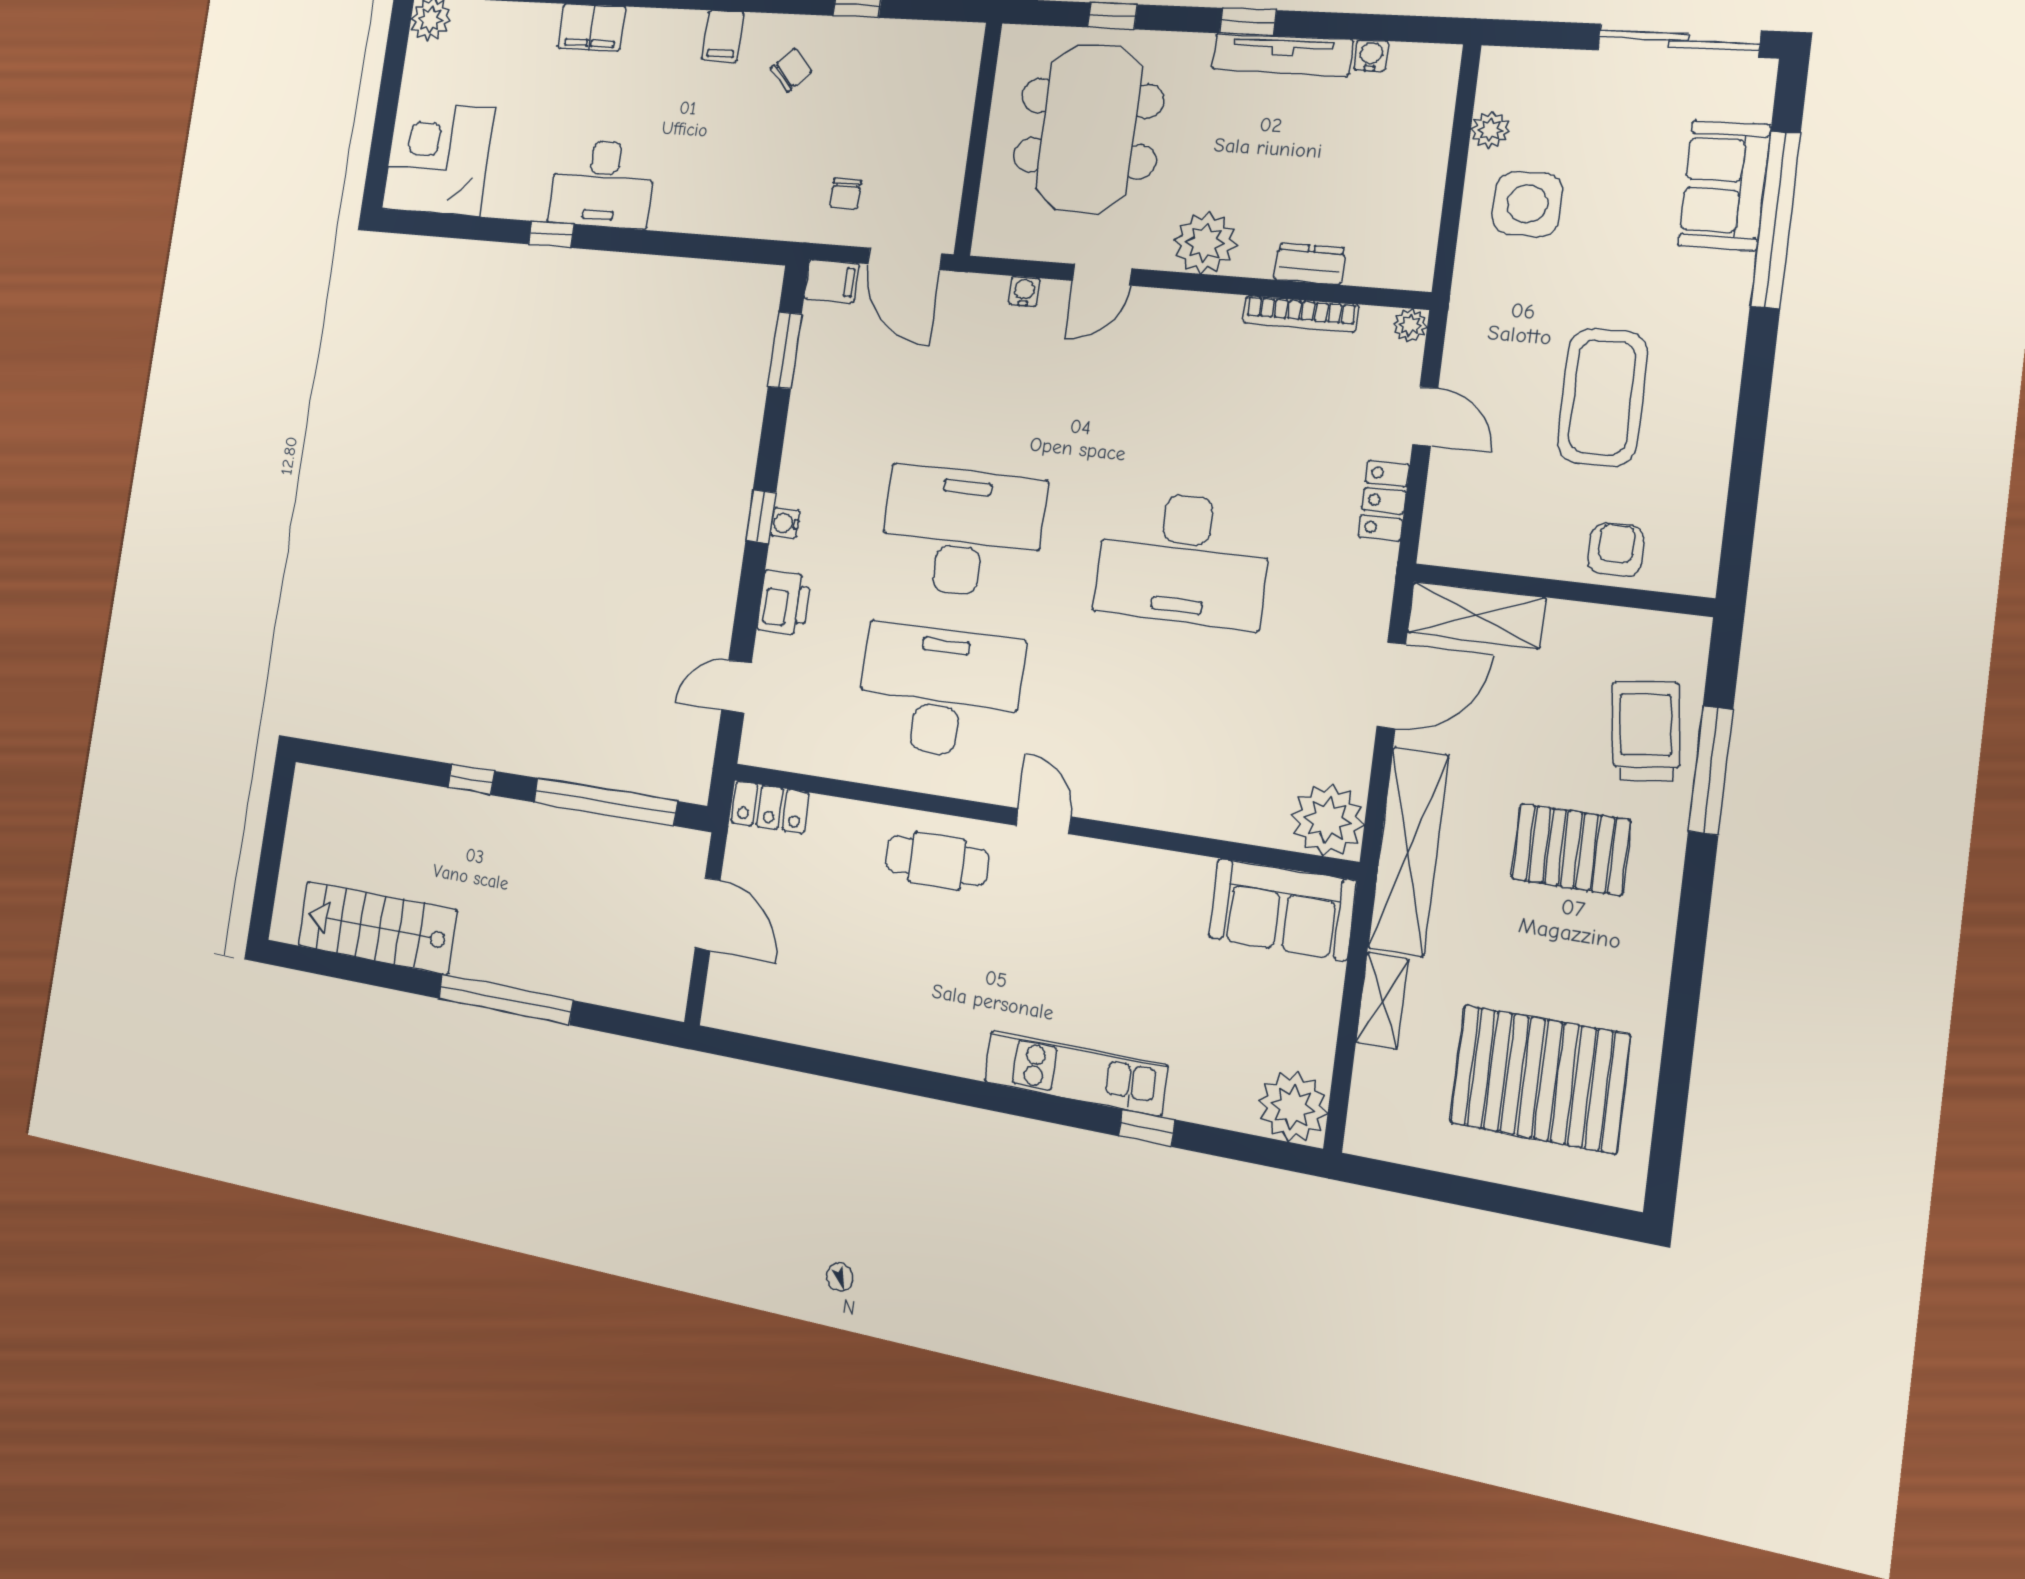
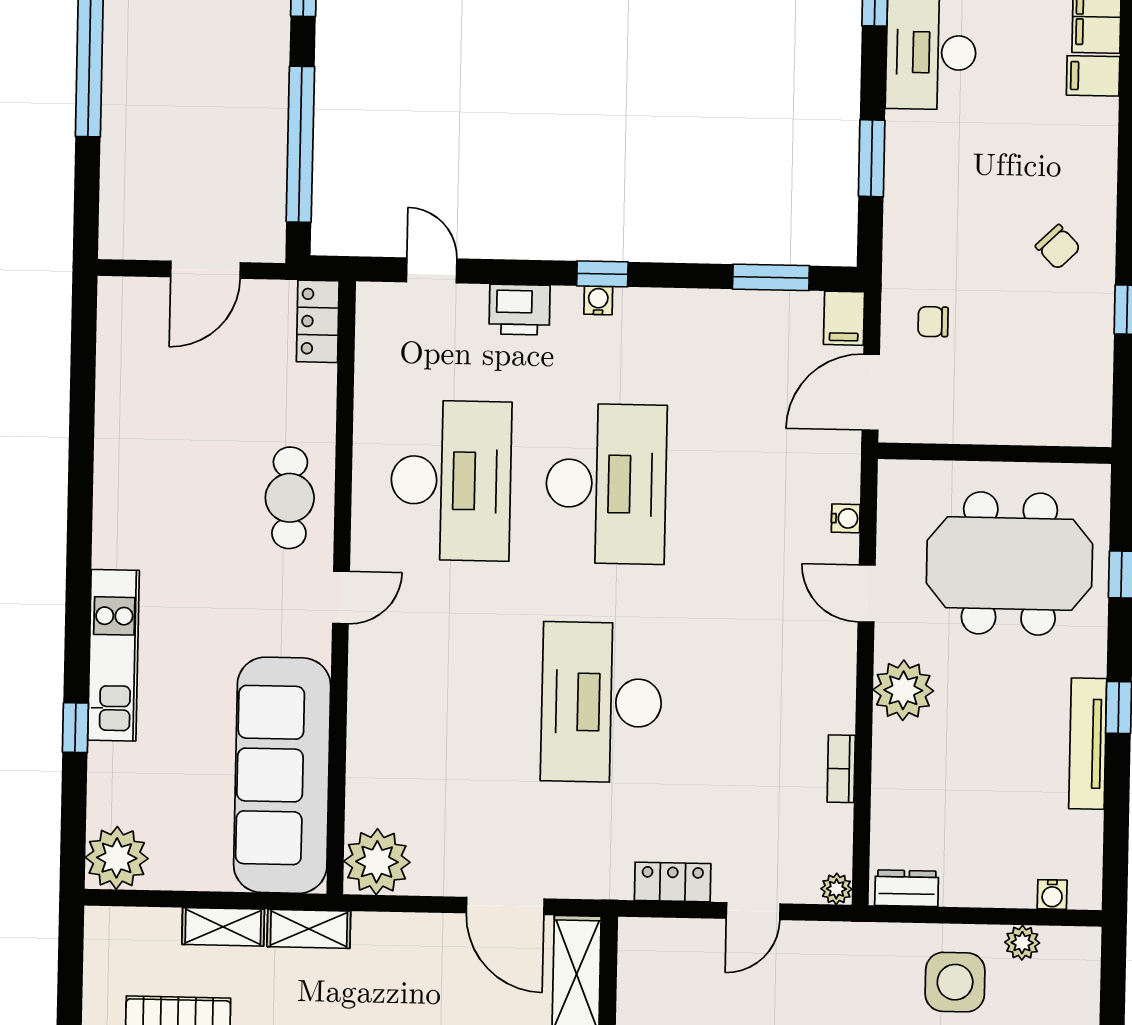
filing cabinet: (723, 36) -> (1093, 76), moved
water cooler: (1371, 56) -> (1052, 894), moved, turned 90
window: (688, 245) -> (872, 158), added
dresser: (1310, 264) -> (907, 888), moved, turned -90
bookcase: (1301, 314) -> (841, 769), width x0.64
shelving: (1408, 851) -> (309, 929), width x0.45, depth x0.75
sofa: (1282, 909) -> (282, 775), width x1.85, depth x1.27

